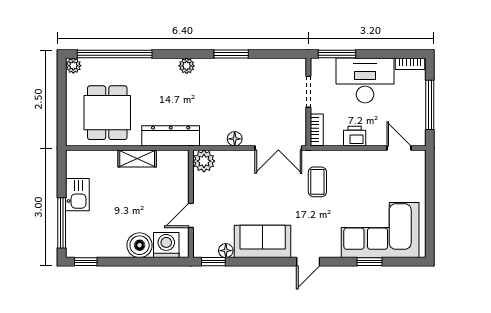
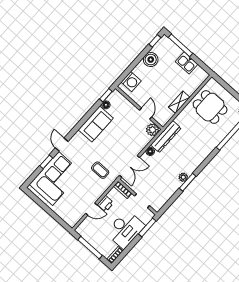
plant: (187, 66) -> (183, 177), moved
dresser: (171, 136) -> (166, 136), moved
double door: (278, 148) -> (130, 166), swing flipped
door: (399, 148) -> (91, 209), moved
door: (191, 215) -> (146, 114), moved
boiler: (140, 245) -> (151, 60), moved
door: (308, 262) -> (62, 145), moved

